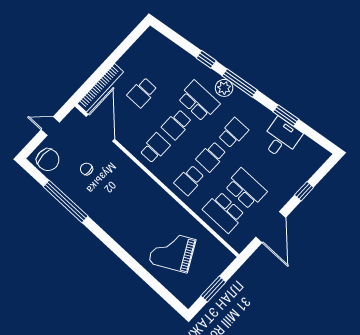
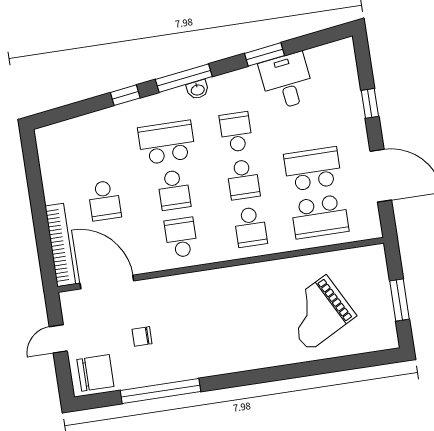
plant: (224, 88) -> (175, 101), removed
washbasin: (239, 95) -> (198, 90), added

